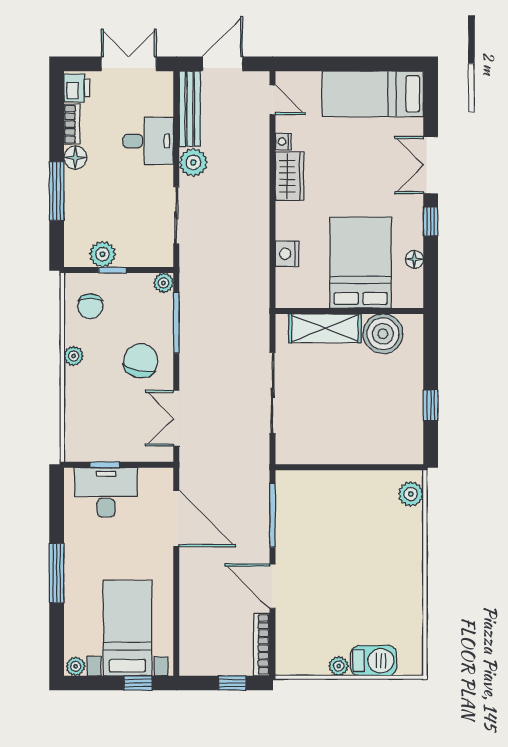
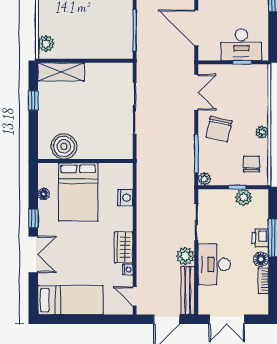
printer: (77, 88) -> (260, 238), moved
desk: (148, 141) -> (214, 264), width x1.37
shelving: (325, 328) -> (61, 72), moved

